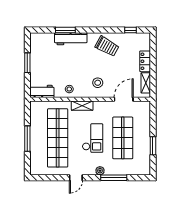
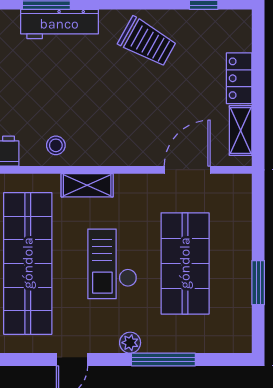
stool: (98, 83) -> (125, 130), removed
checkout: (93, 138) -> (112, 264), turned 180

